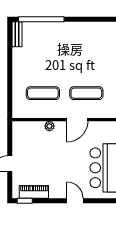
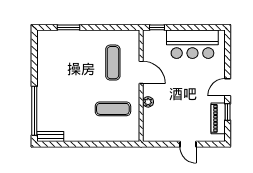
exercise mat: (43, 93) -> (113, 109), turned 90
window: (25, 201) -> (228, 112), moved
door: (75, 201) -> (228, 87), moved

